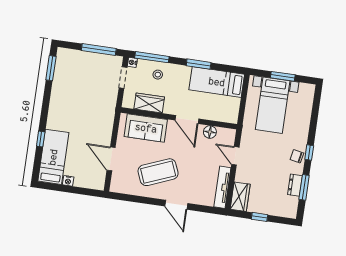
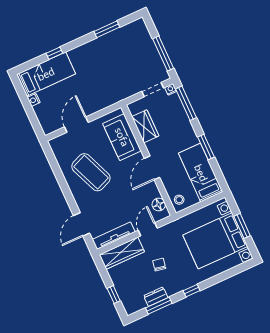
window: (51, 68) -> (107, 29), moved
stool: (158, 75) -> (179, 200), moved
bed with nightstands: (273, 105) -> (215, 241), width x1.36
floor lamp: (210, 132) -> (159, 204), moved
chair: (297, 156) -> (159, 265), moved
wardrobe: (240, 197) -> (122, 253), width x1.50
door: (176, 205) -> (82, 224), moved
window: (259, 217) -> (114, 295), moved

